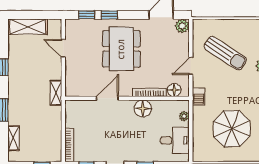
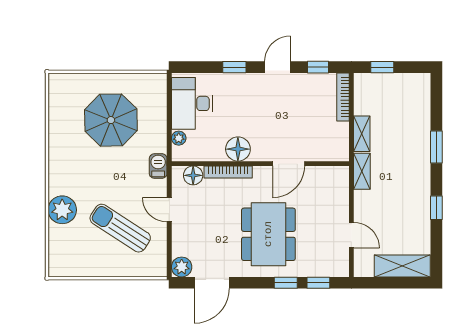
door: (191, 66) -> (169, 210), swing flipped
shelving: (13, 138) -> (362, 134), moved
desk: (175, 140) -> (192, 103), width x1.37

